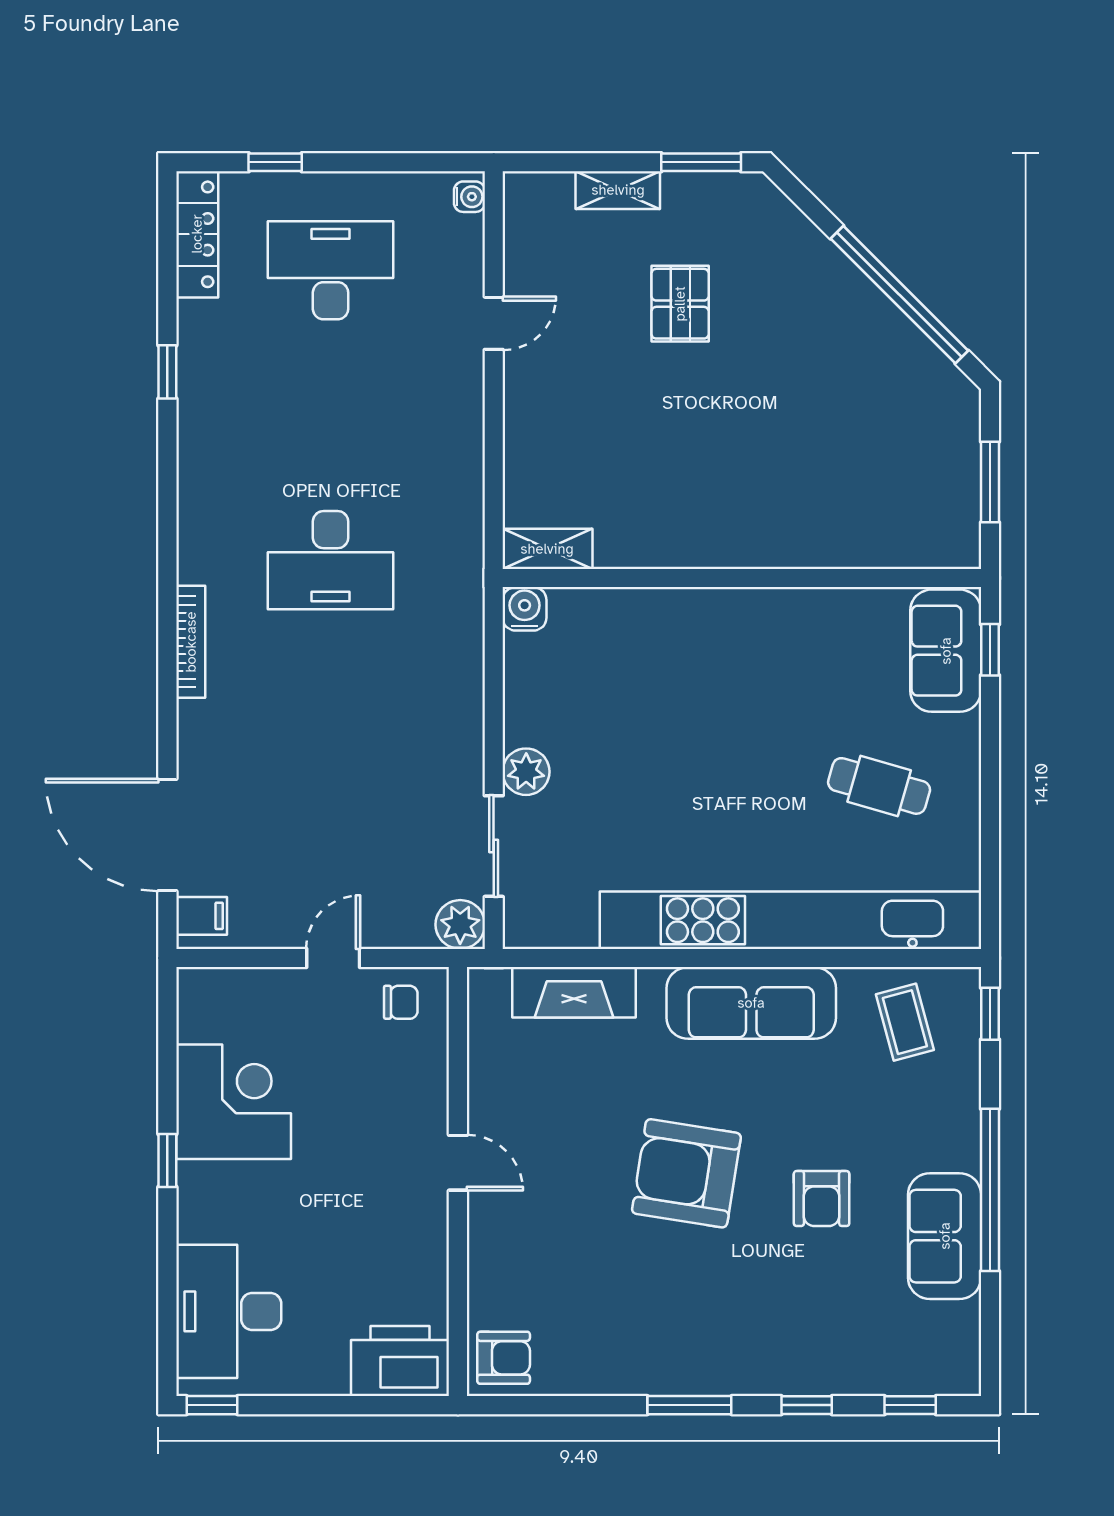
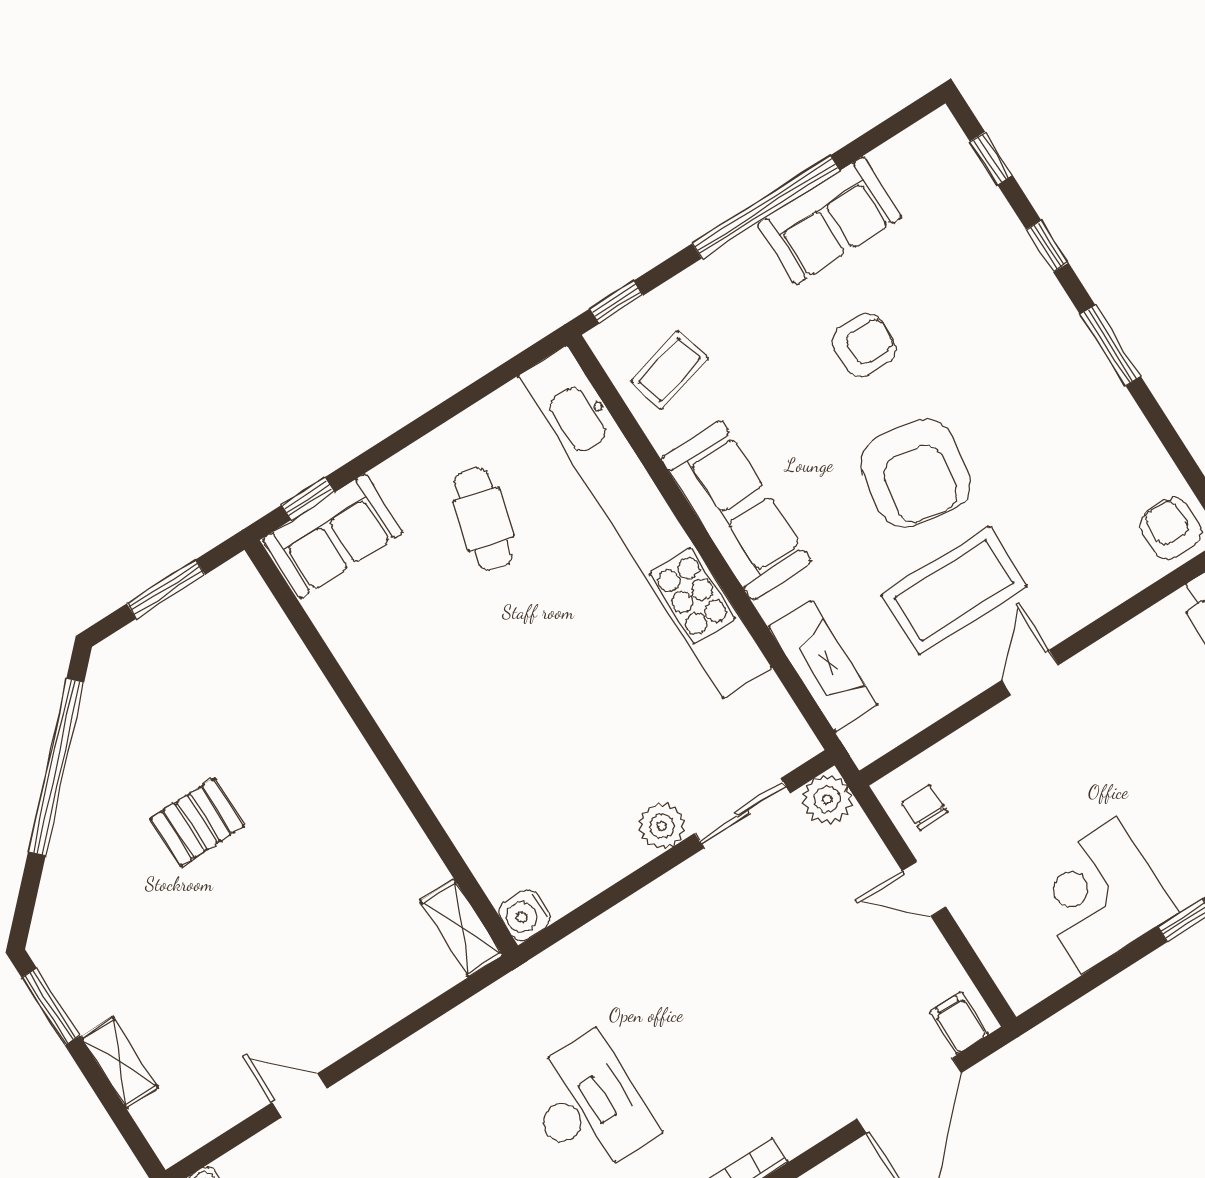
pallet: (680, 304) -> (197, 822), moved
coffee table: (567, 1143) -> (954, 590), added

